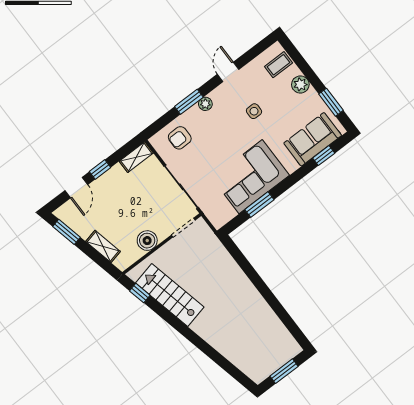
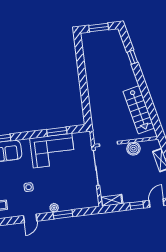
armchair: (180, 138) -> (80, 197), removed
window: (140, 293) -> (132, 57), moved

